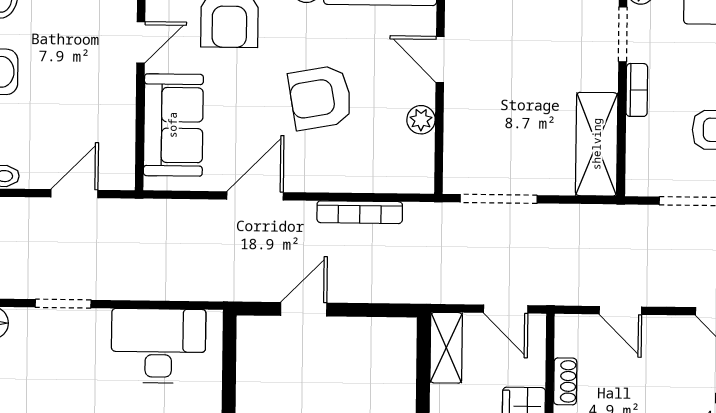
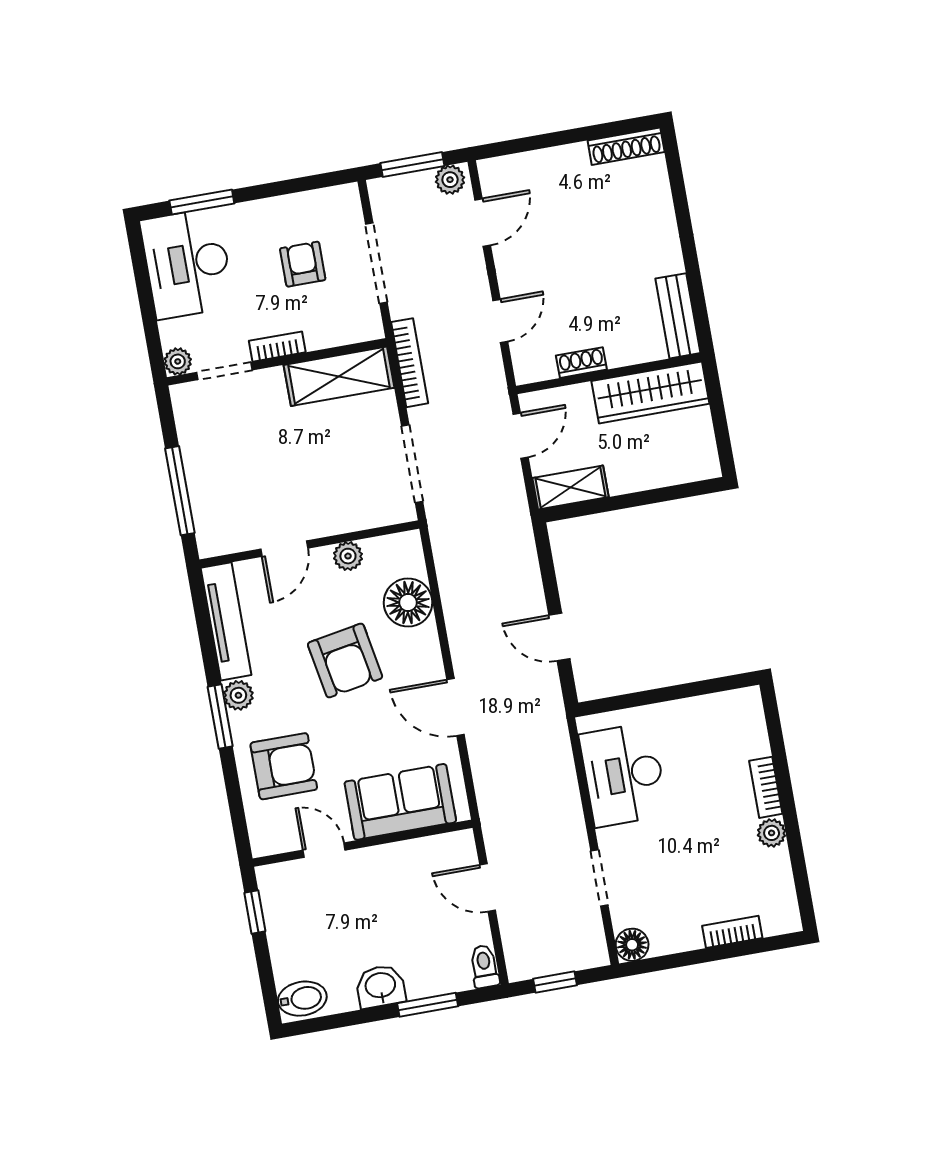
floor lamp: (365, 169) -> (408, 603), added
bookcase: (360, 212) -> (410, 363), moved

